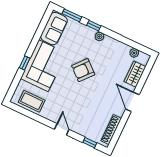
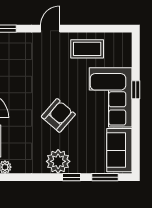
plant: (99, 36) -> (58, 161), width x1.88, depth x1.88
coffee table: (32, 101) -> (87, 49), moved
door: (62, 129) -> (50, 29), swing flipped

